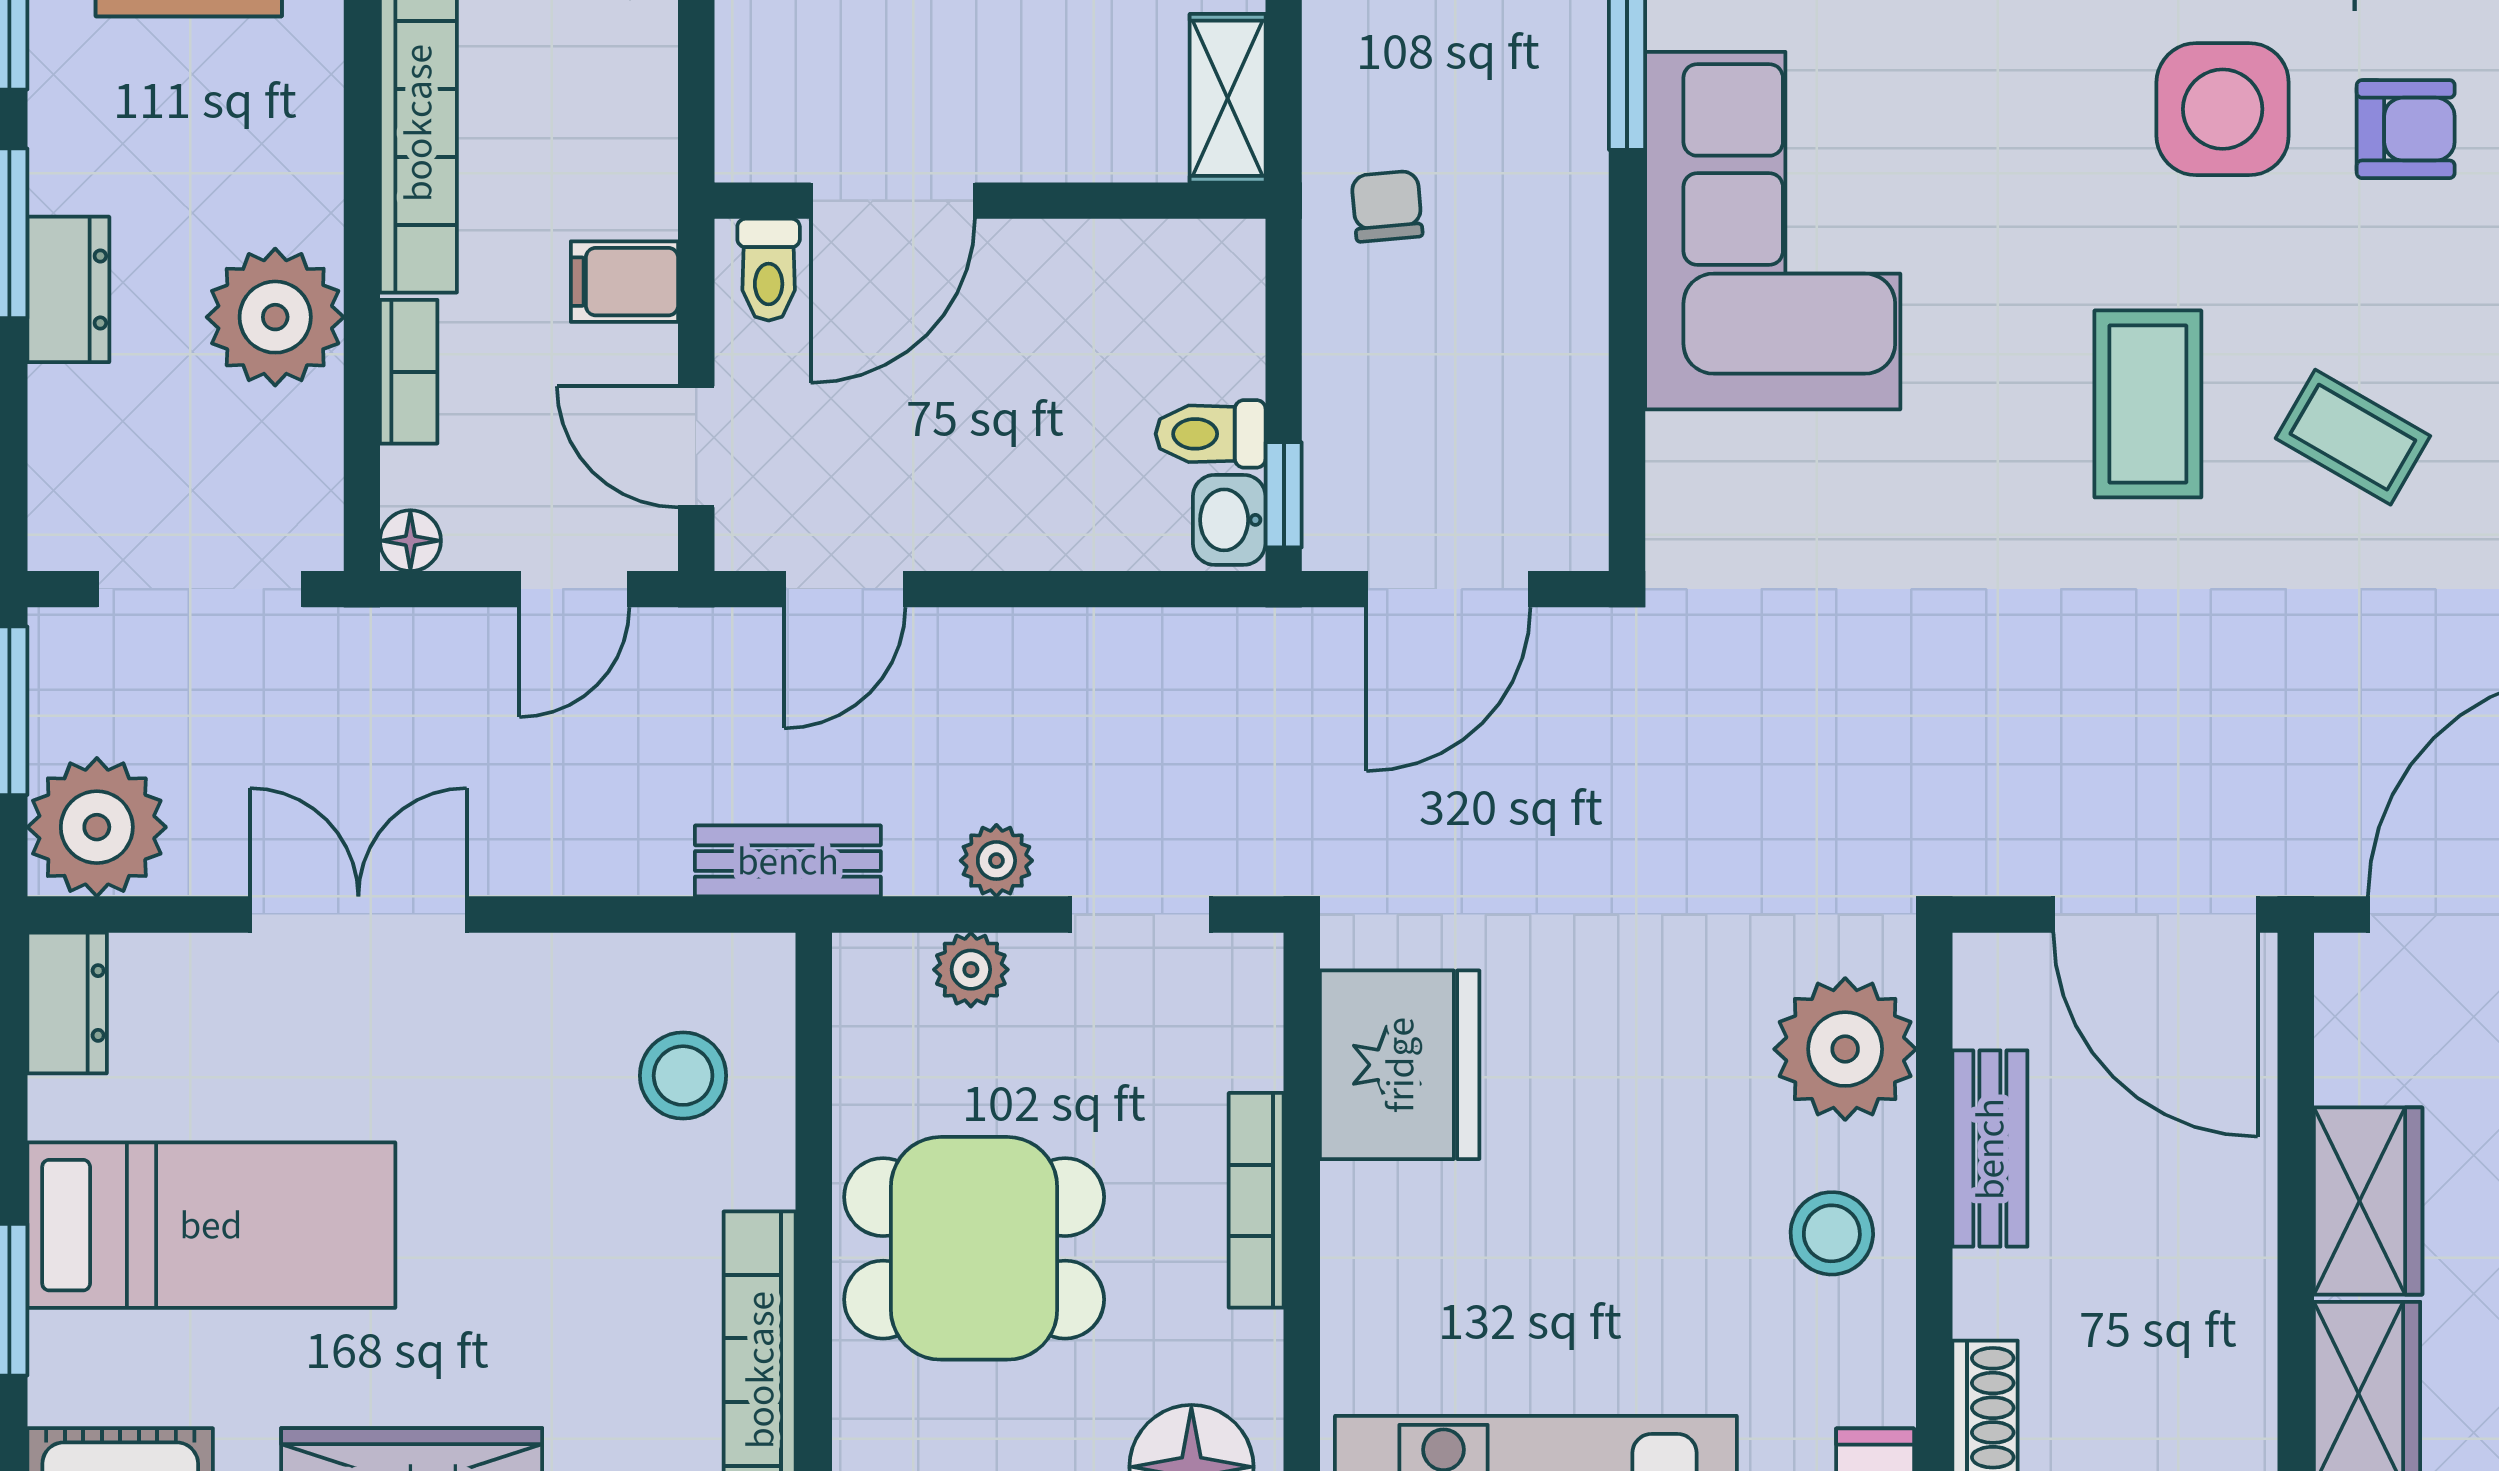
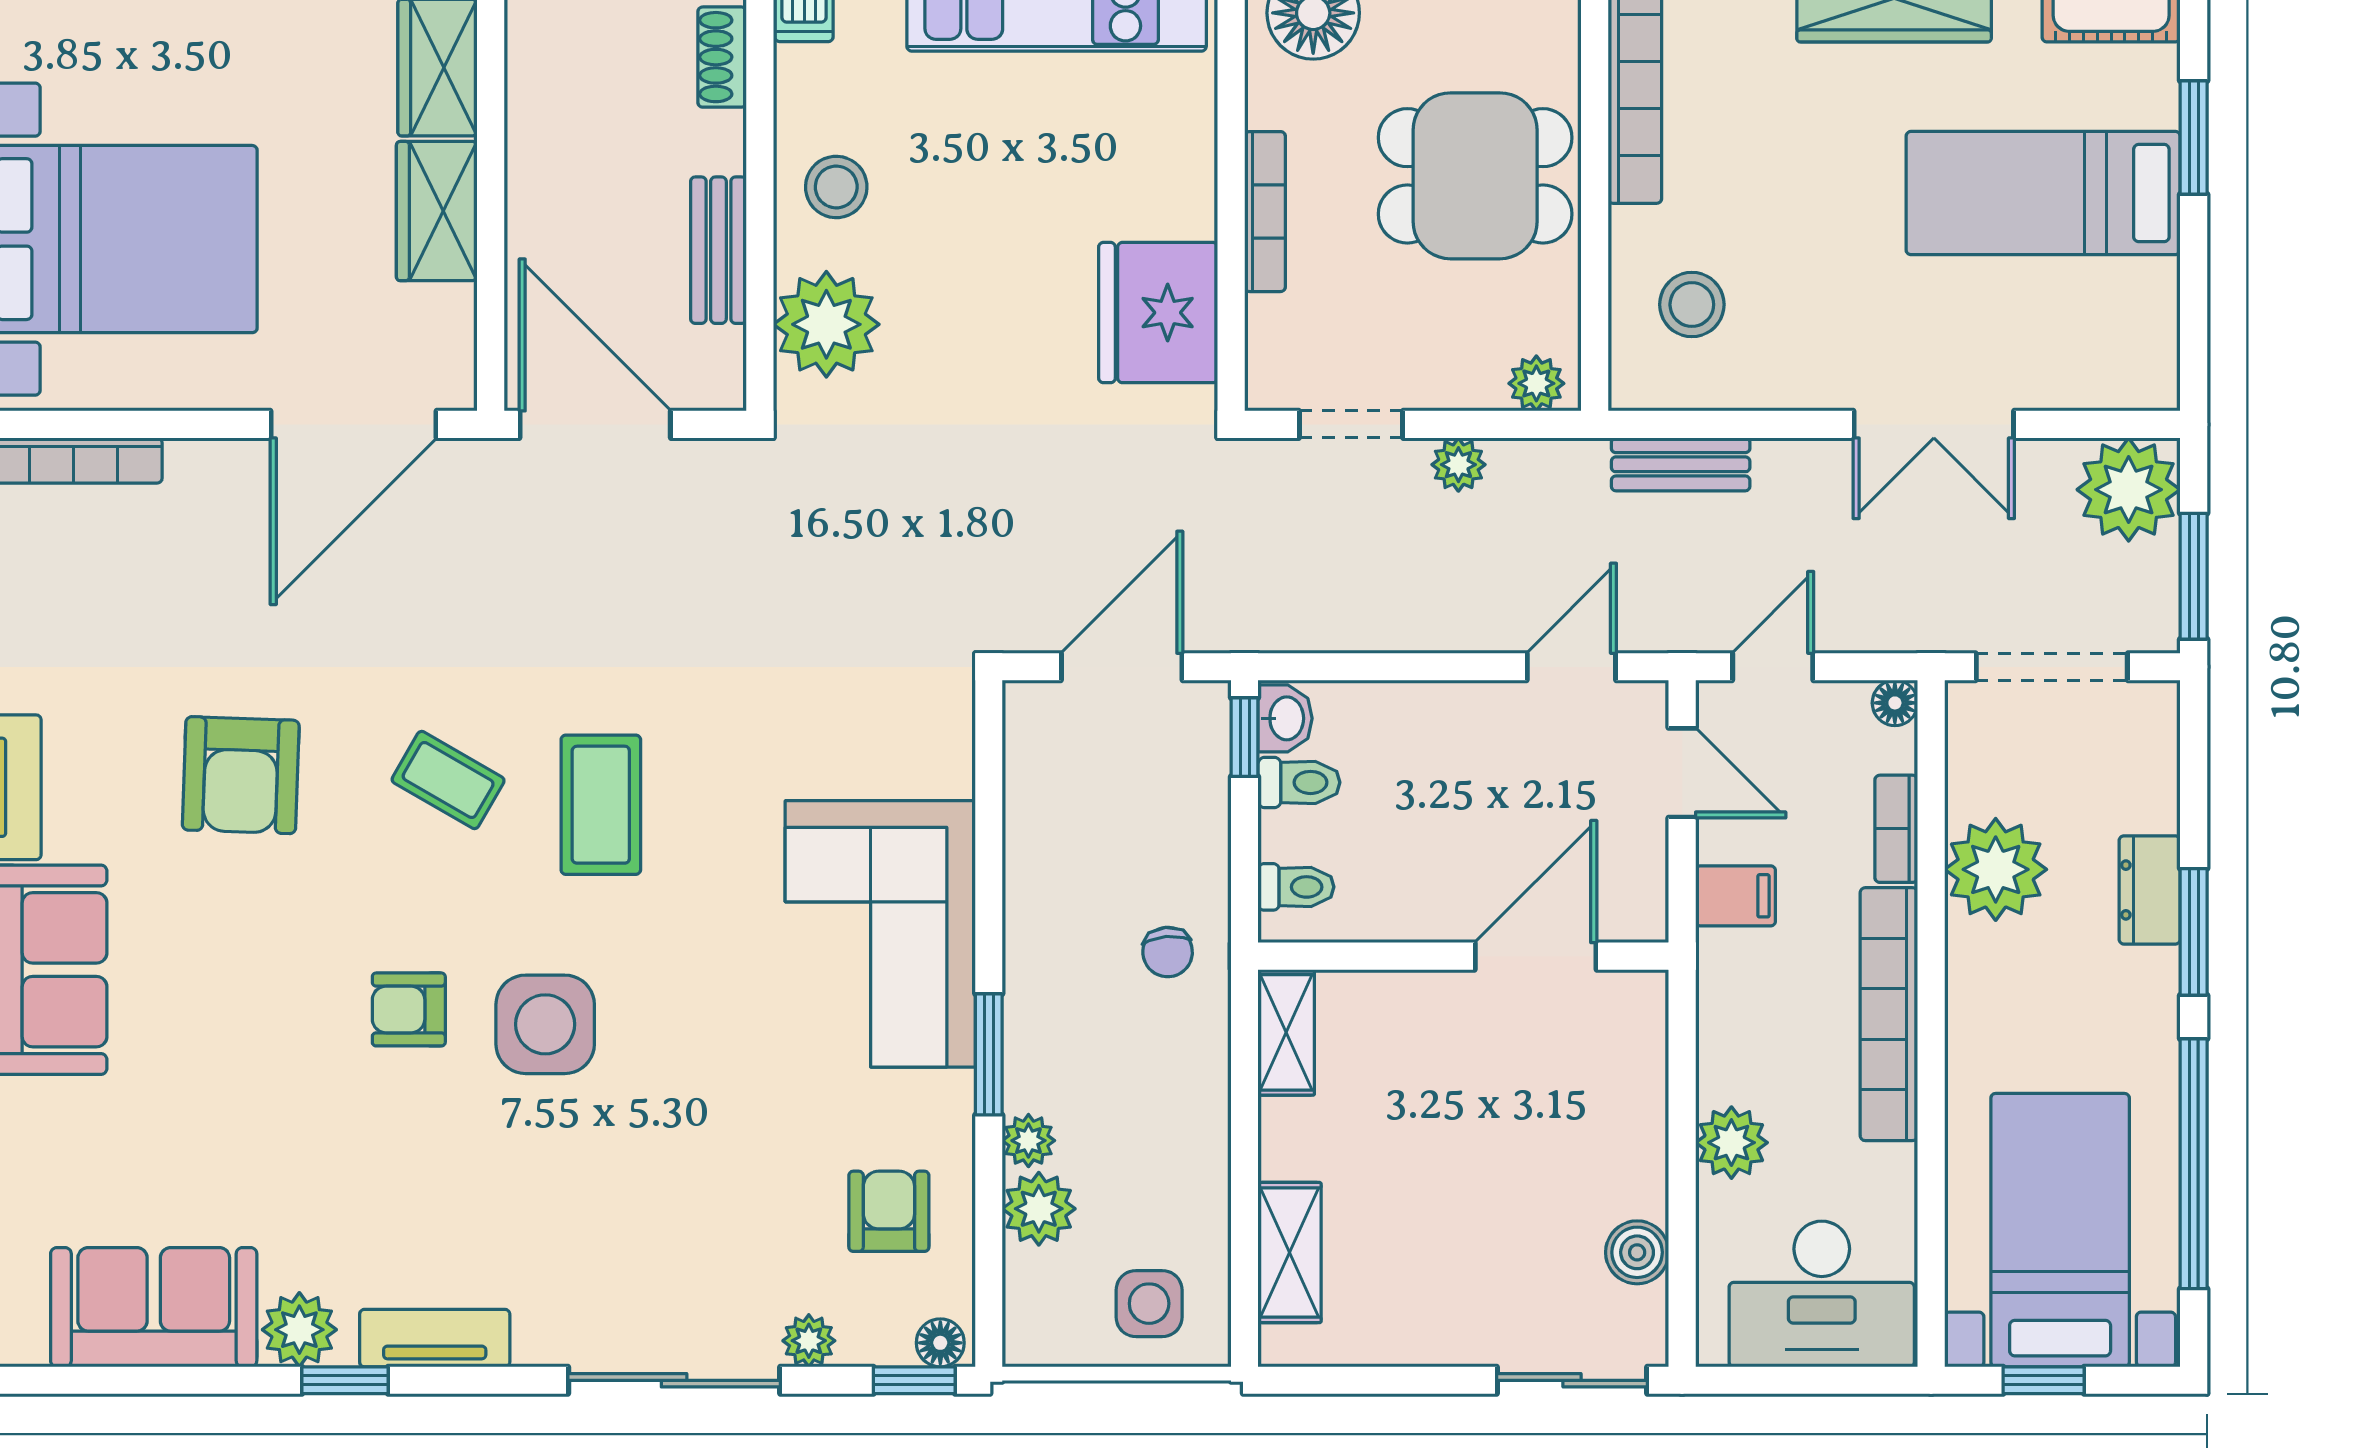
toilet: (769, 270) -> (1296, 887), moved, turned 90
bench: (788, 861) -> (1681, 464), moved
plant: (971, 970) -> (1536, 383), moved
dresser: (67, 1003) -> (2151, 359), removed

